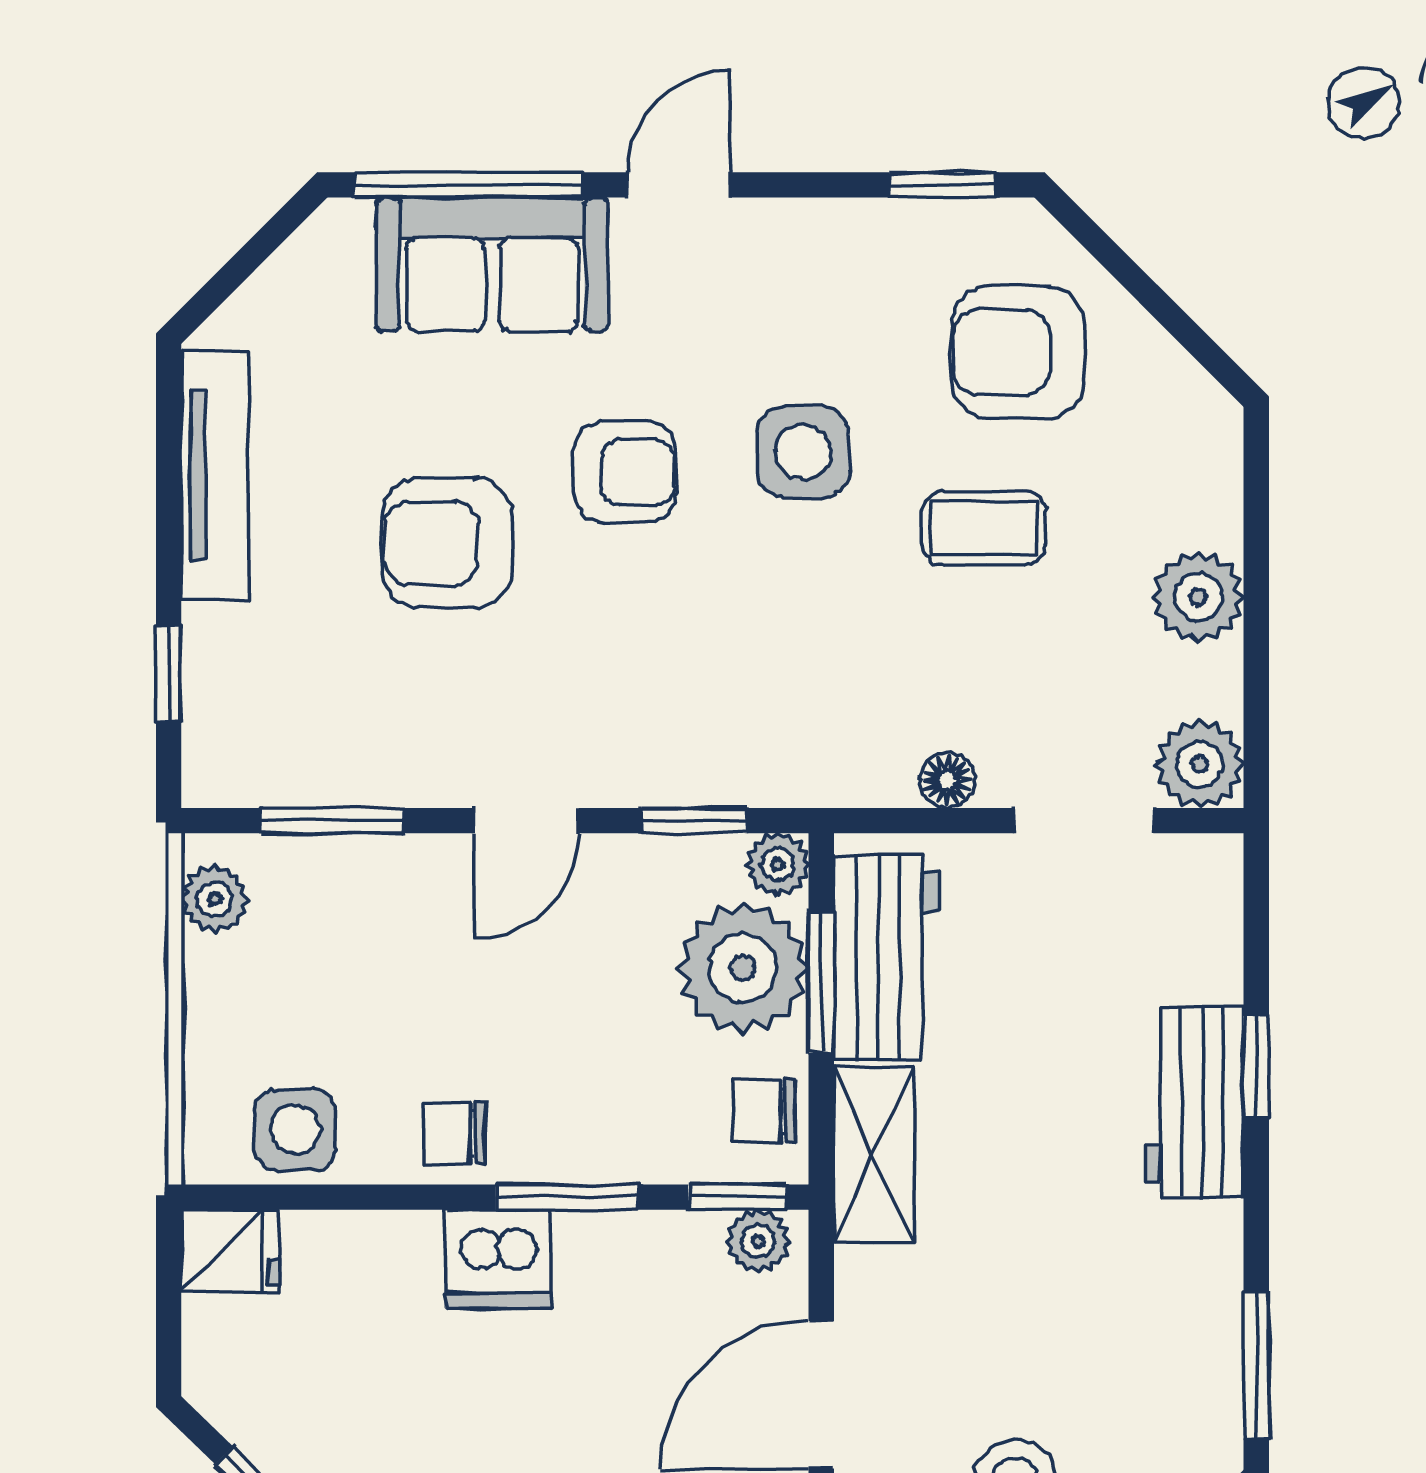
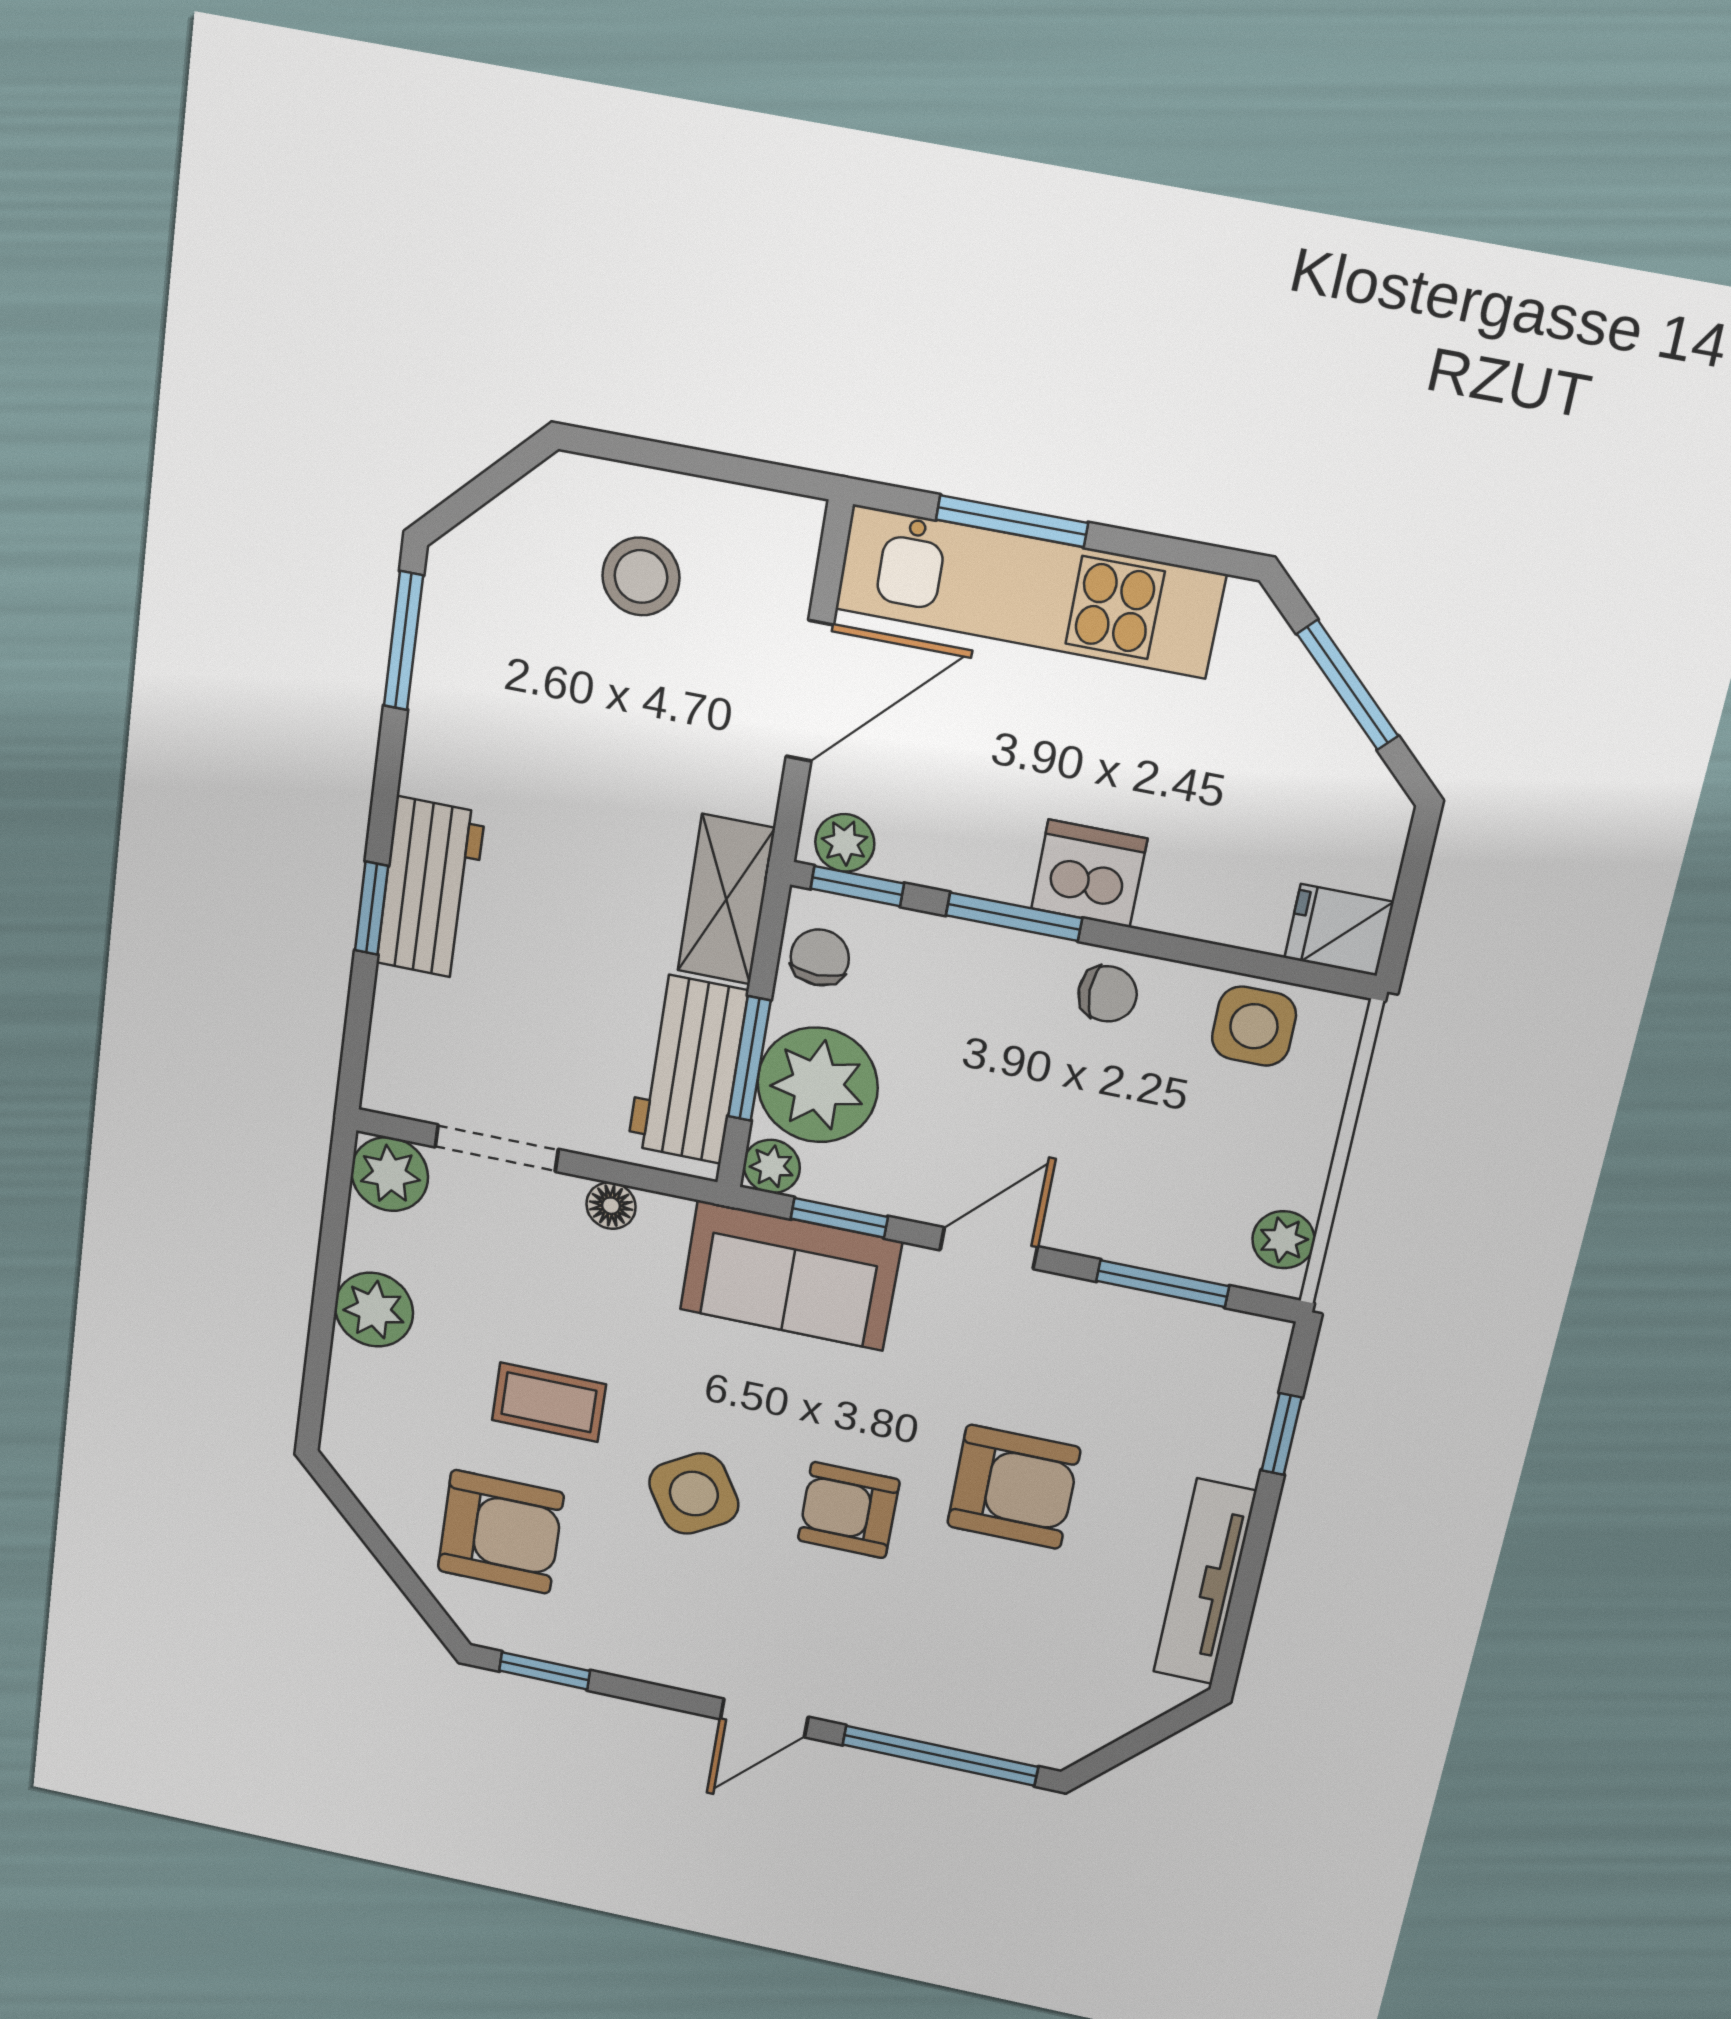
sofa: (492, 264) -> (791, 1276), moved, turned 180
side table: (803, 452) -> (694, 1494), turned -31
chair: (764, 1111) -> (820, 957), turned -90

